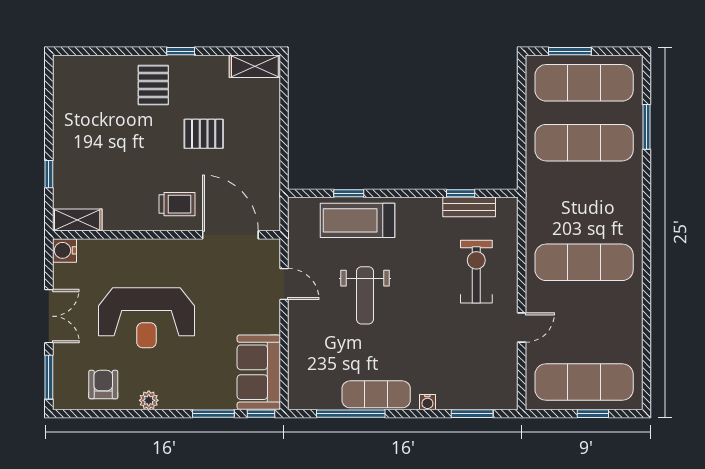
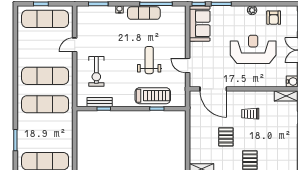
pallet: (204, 134) -> (226, 137), turned 90
exercise mat: (584, 143) -> (45, 104), moved
trolley: (177, 204) -> (250, 114), moved

